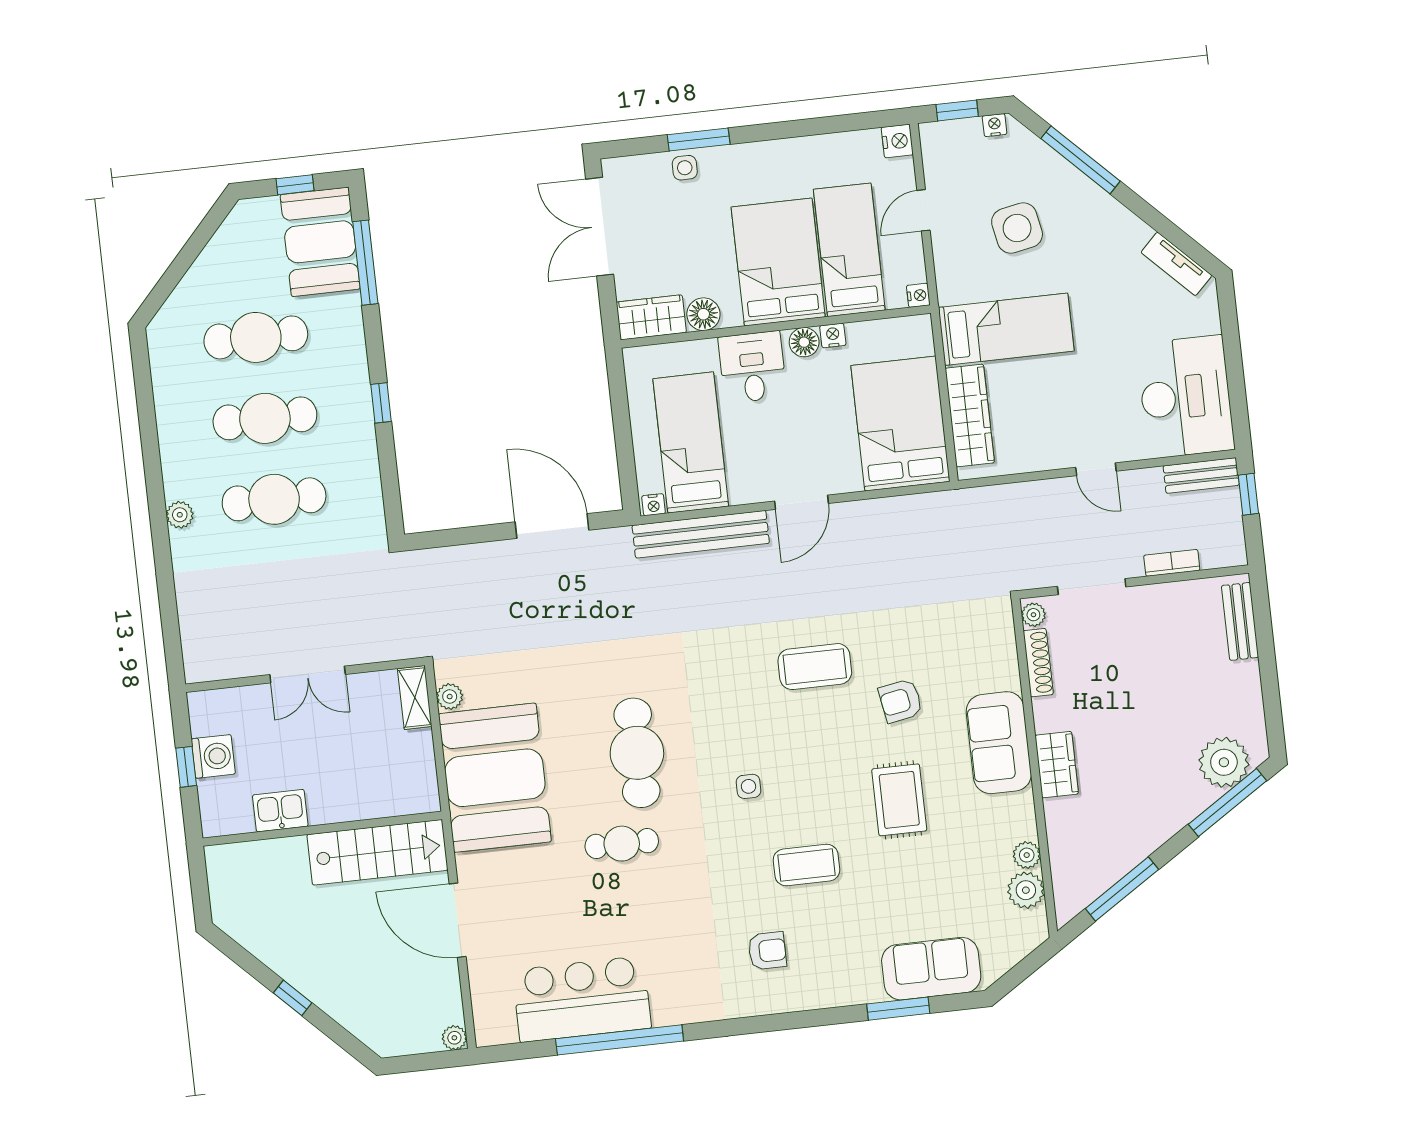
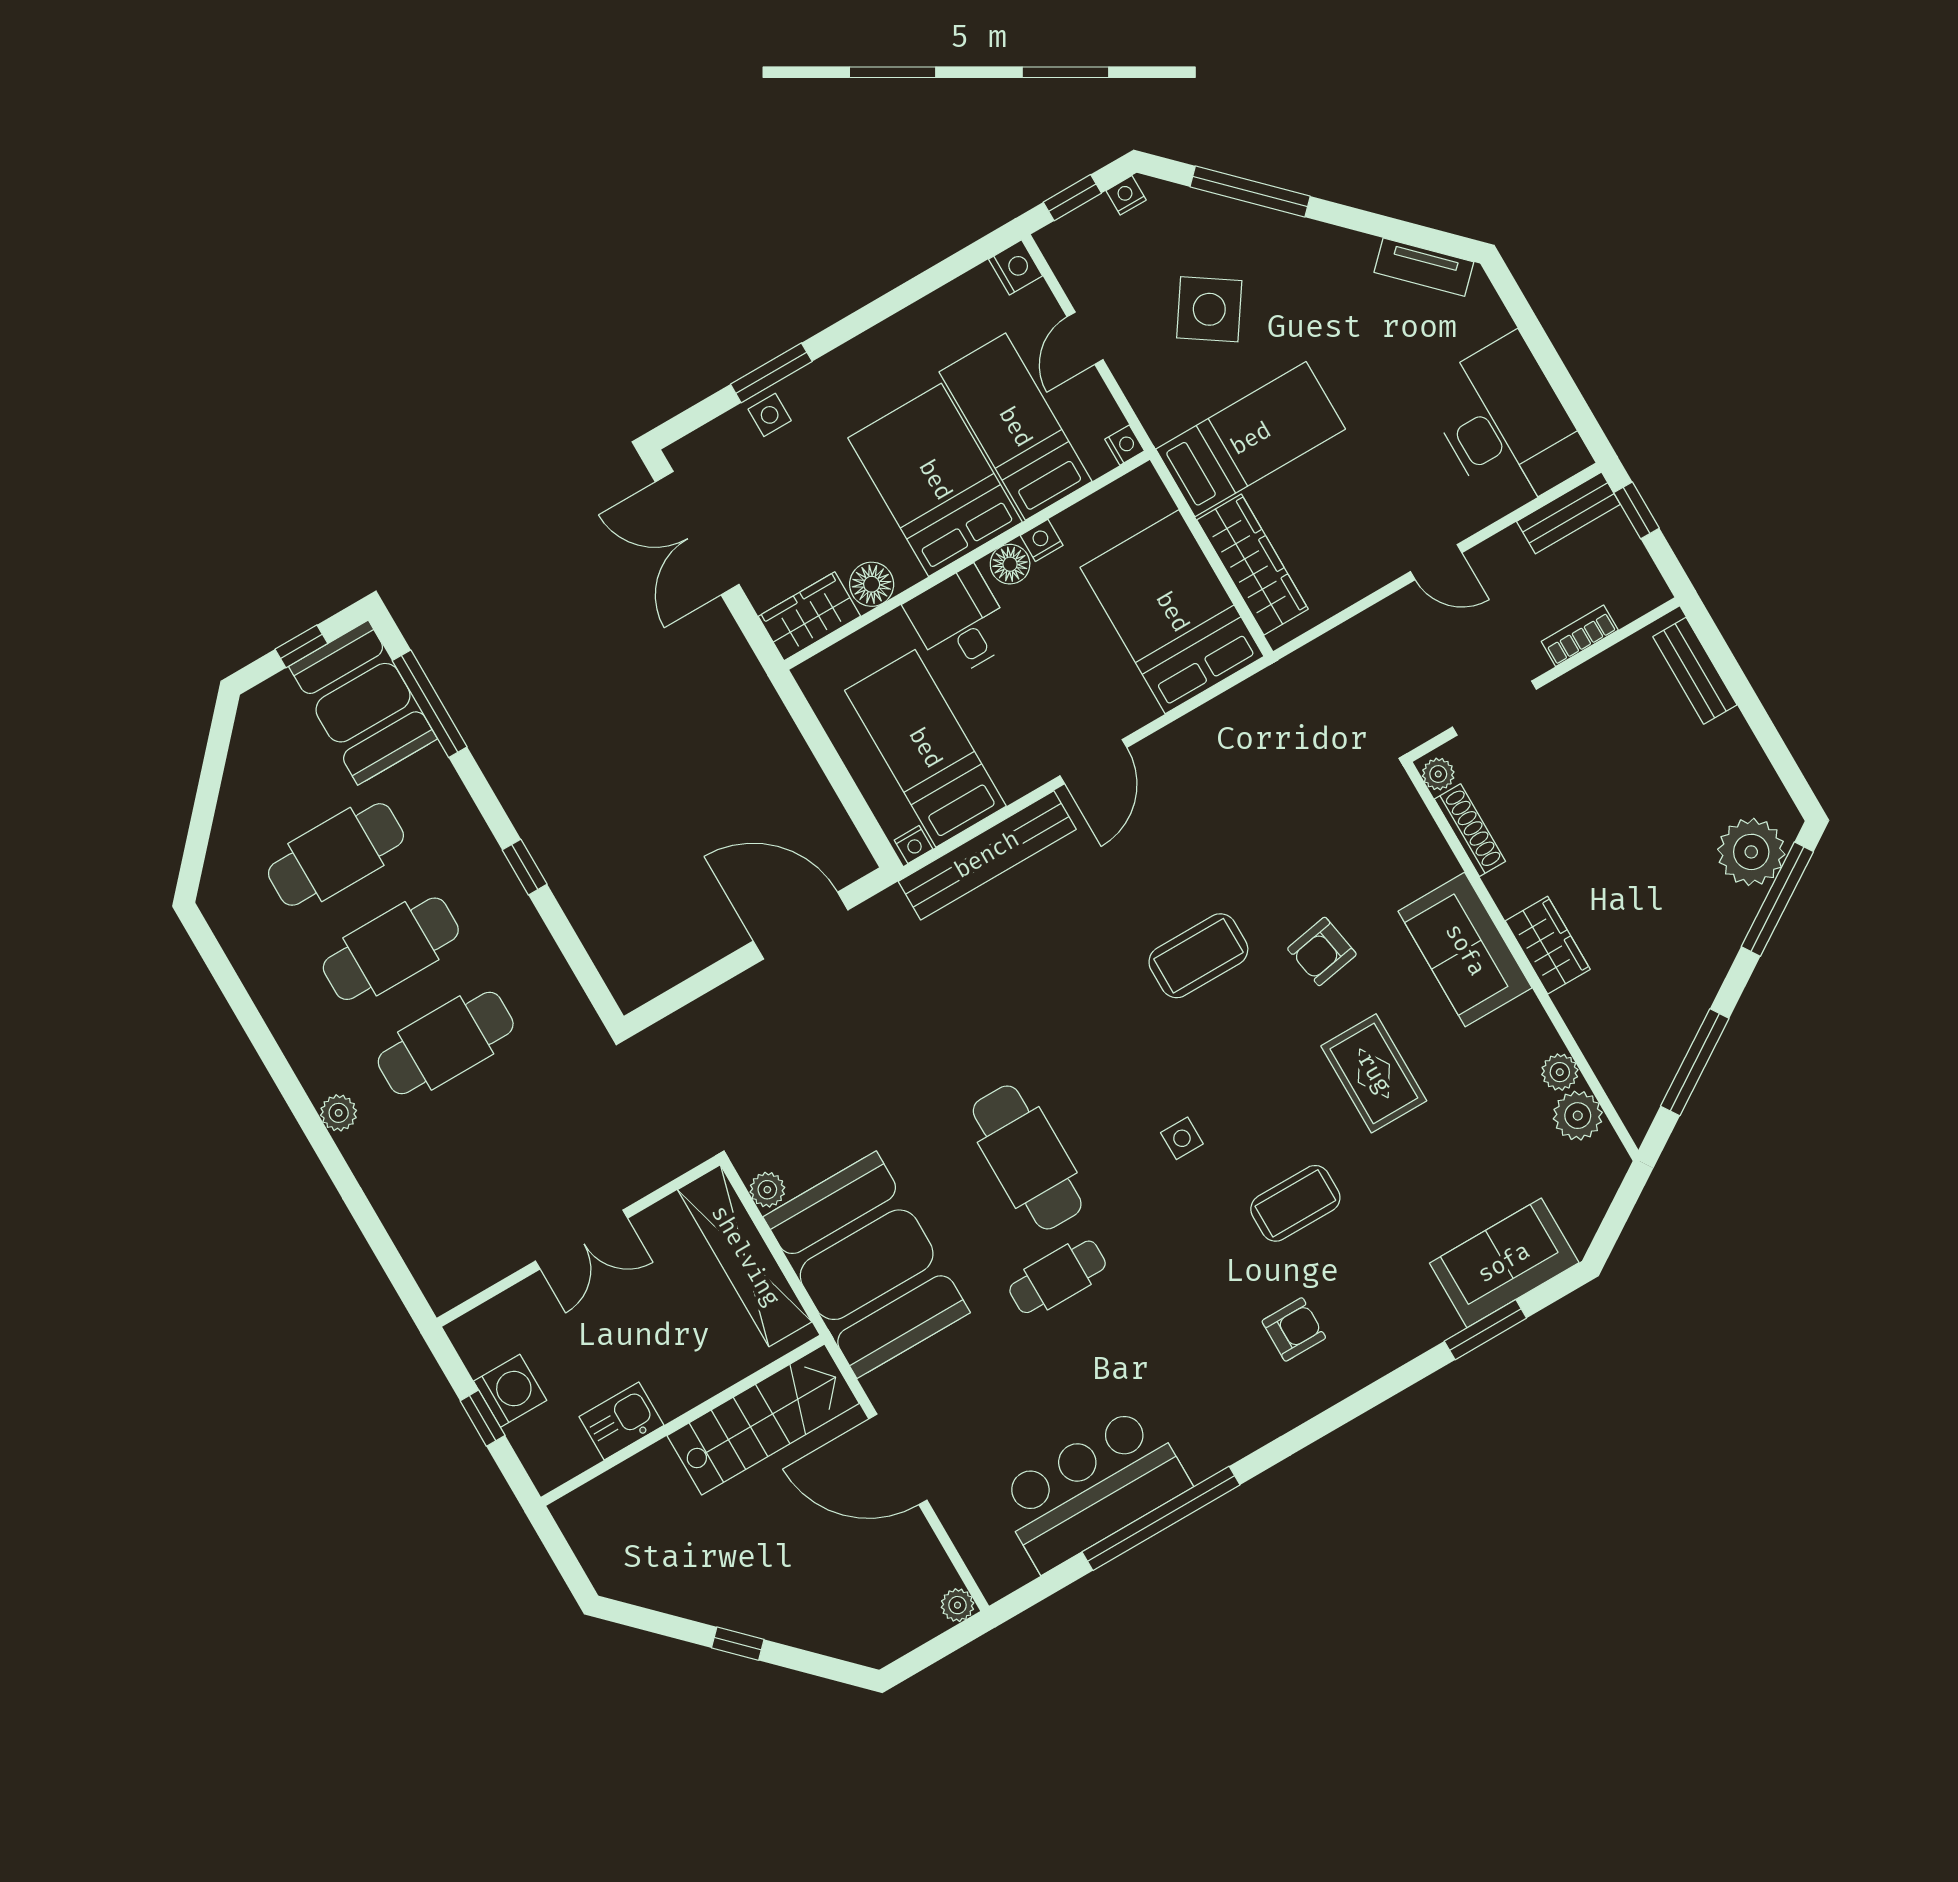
side table: (1017, 228) -> (1209, 309), turned 45
shelving: (415, 698) -> (745, 1256), width x2.20, depth x1.33

